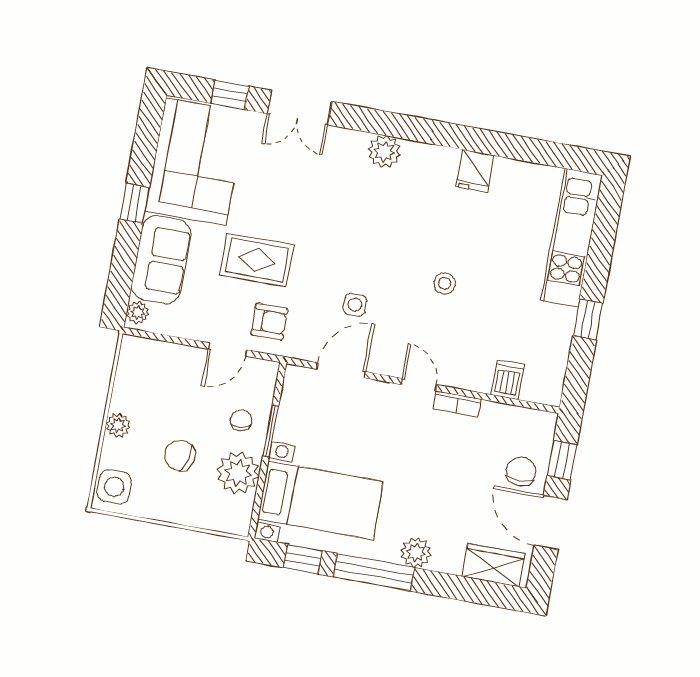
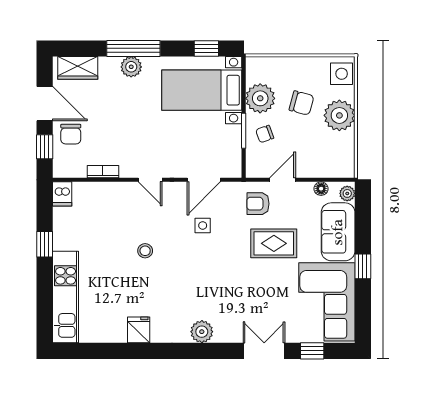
floor lamp: (174, 326) -> (321, 189), added
dishwasher: (508, 380) -> (62, 194), moved
bookcase: (457, 404) -> (103, 172), moved
chair: (241, 420) -> (265, 134), turned 79
plant: (118, 425) -> (339, 115), width x1.88, depth x1.88
window: (374, 572) -> (133, 48), moved

